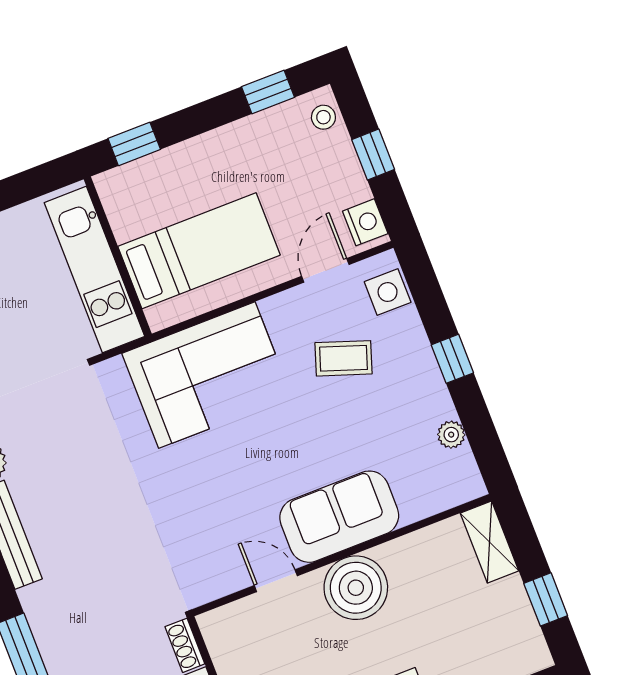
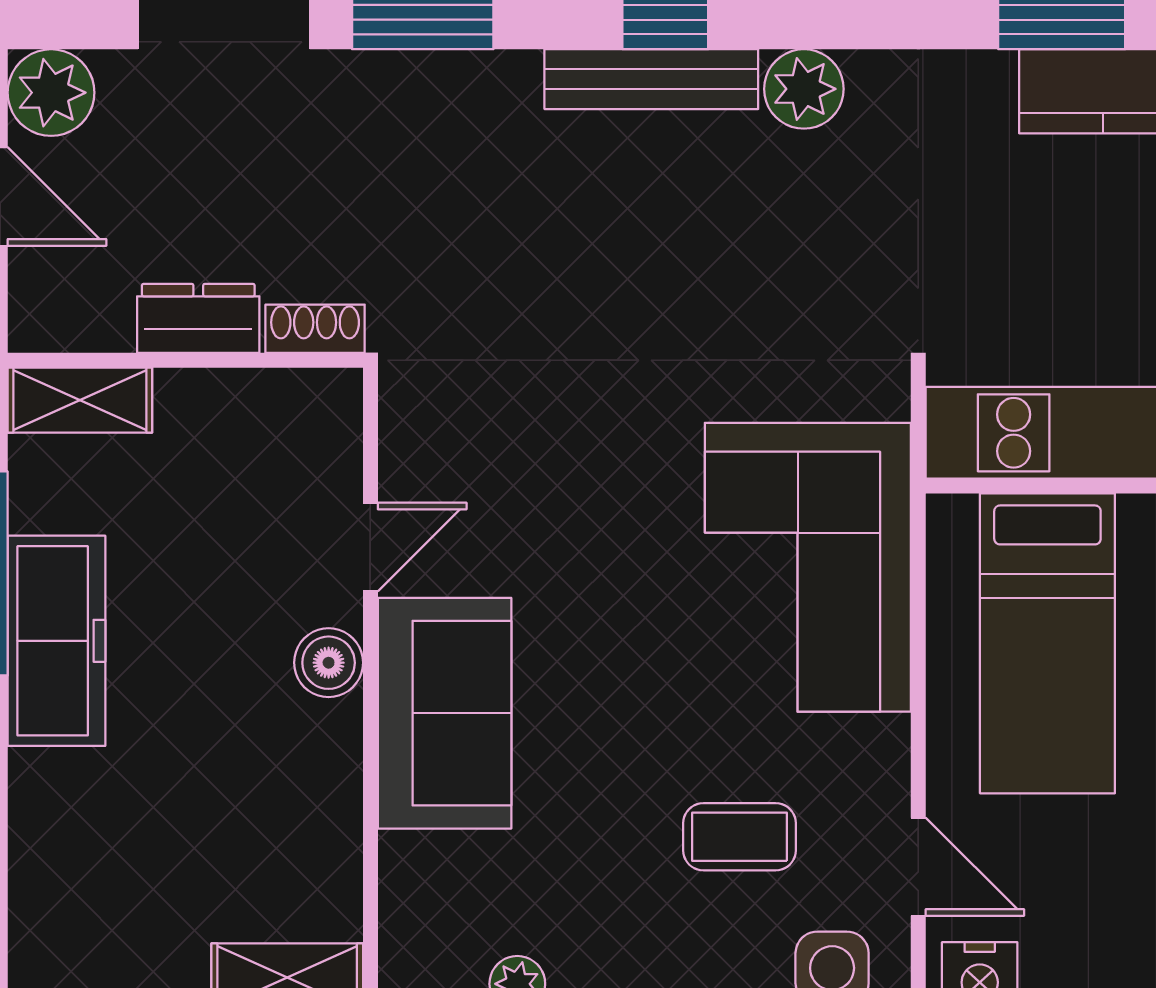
coffee table: (344, 358) -> (740, 837), turned 71
boiler: (356, 588) -> (329, 663), width x0.54, depth x0.54

